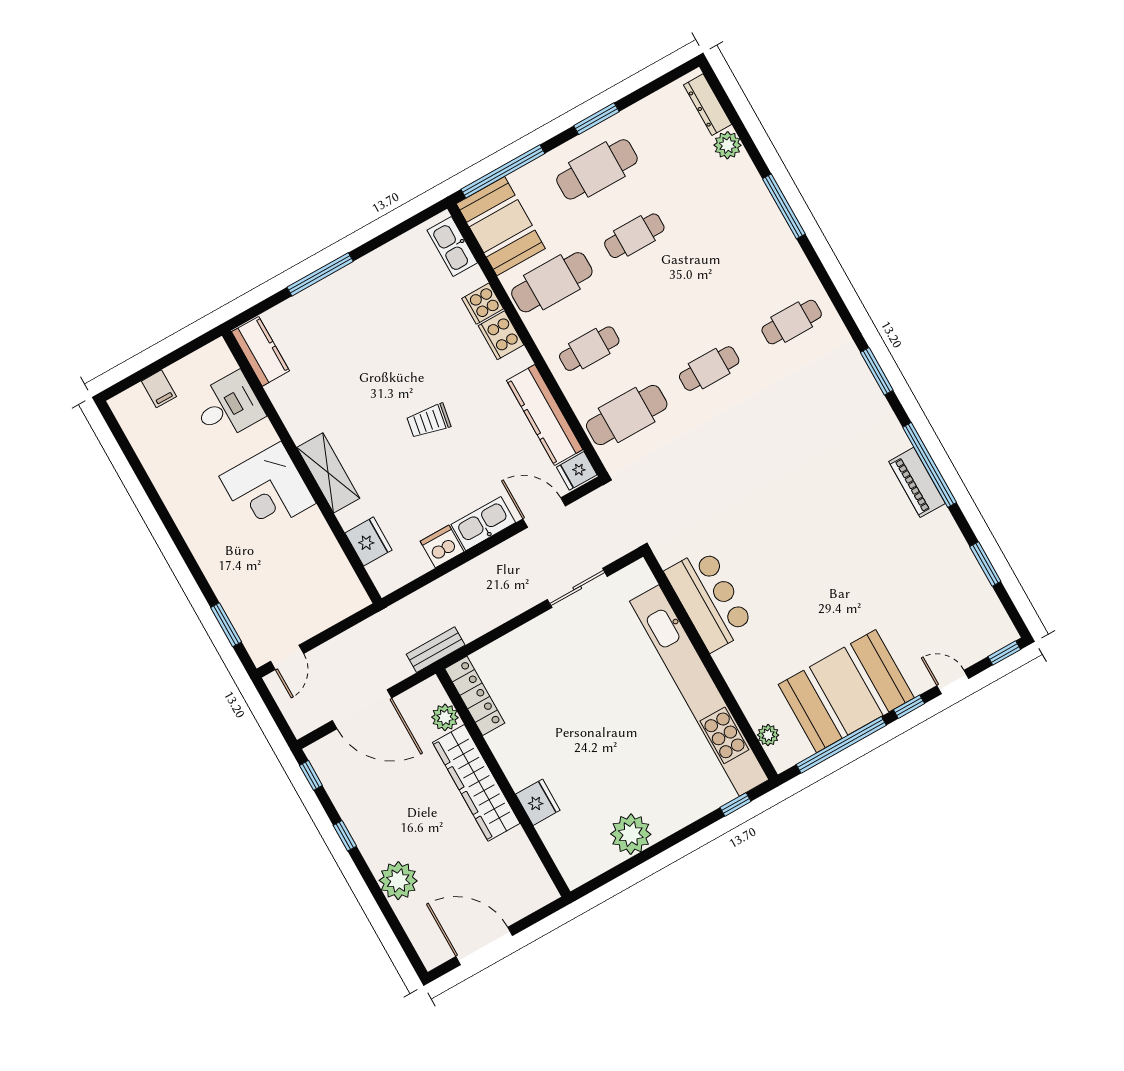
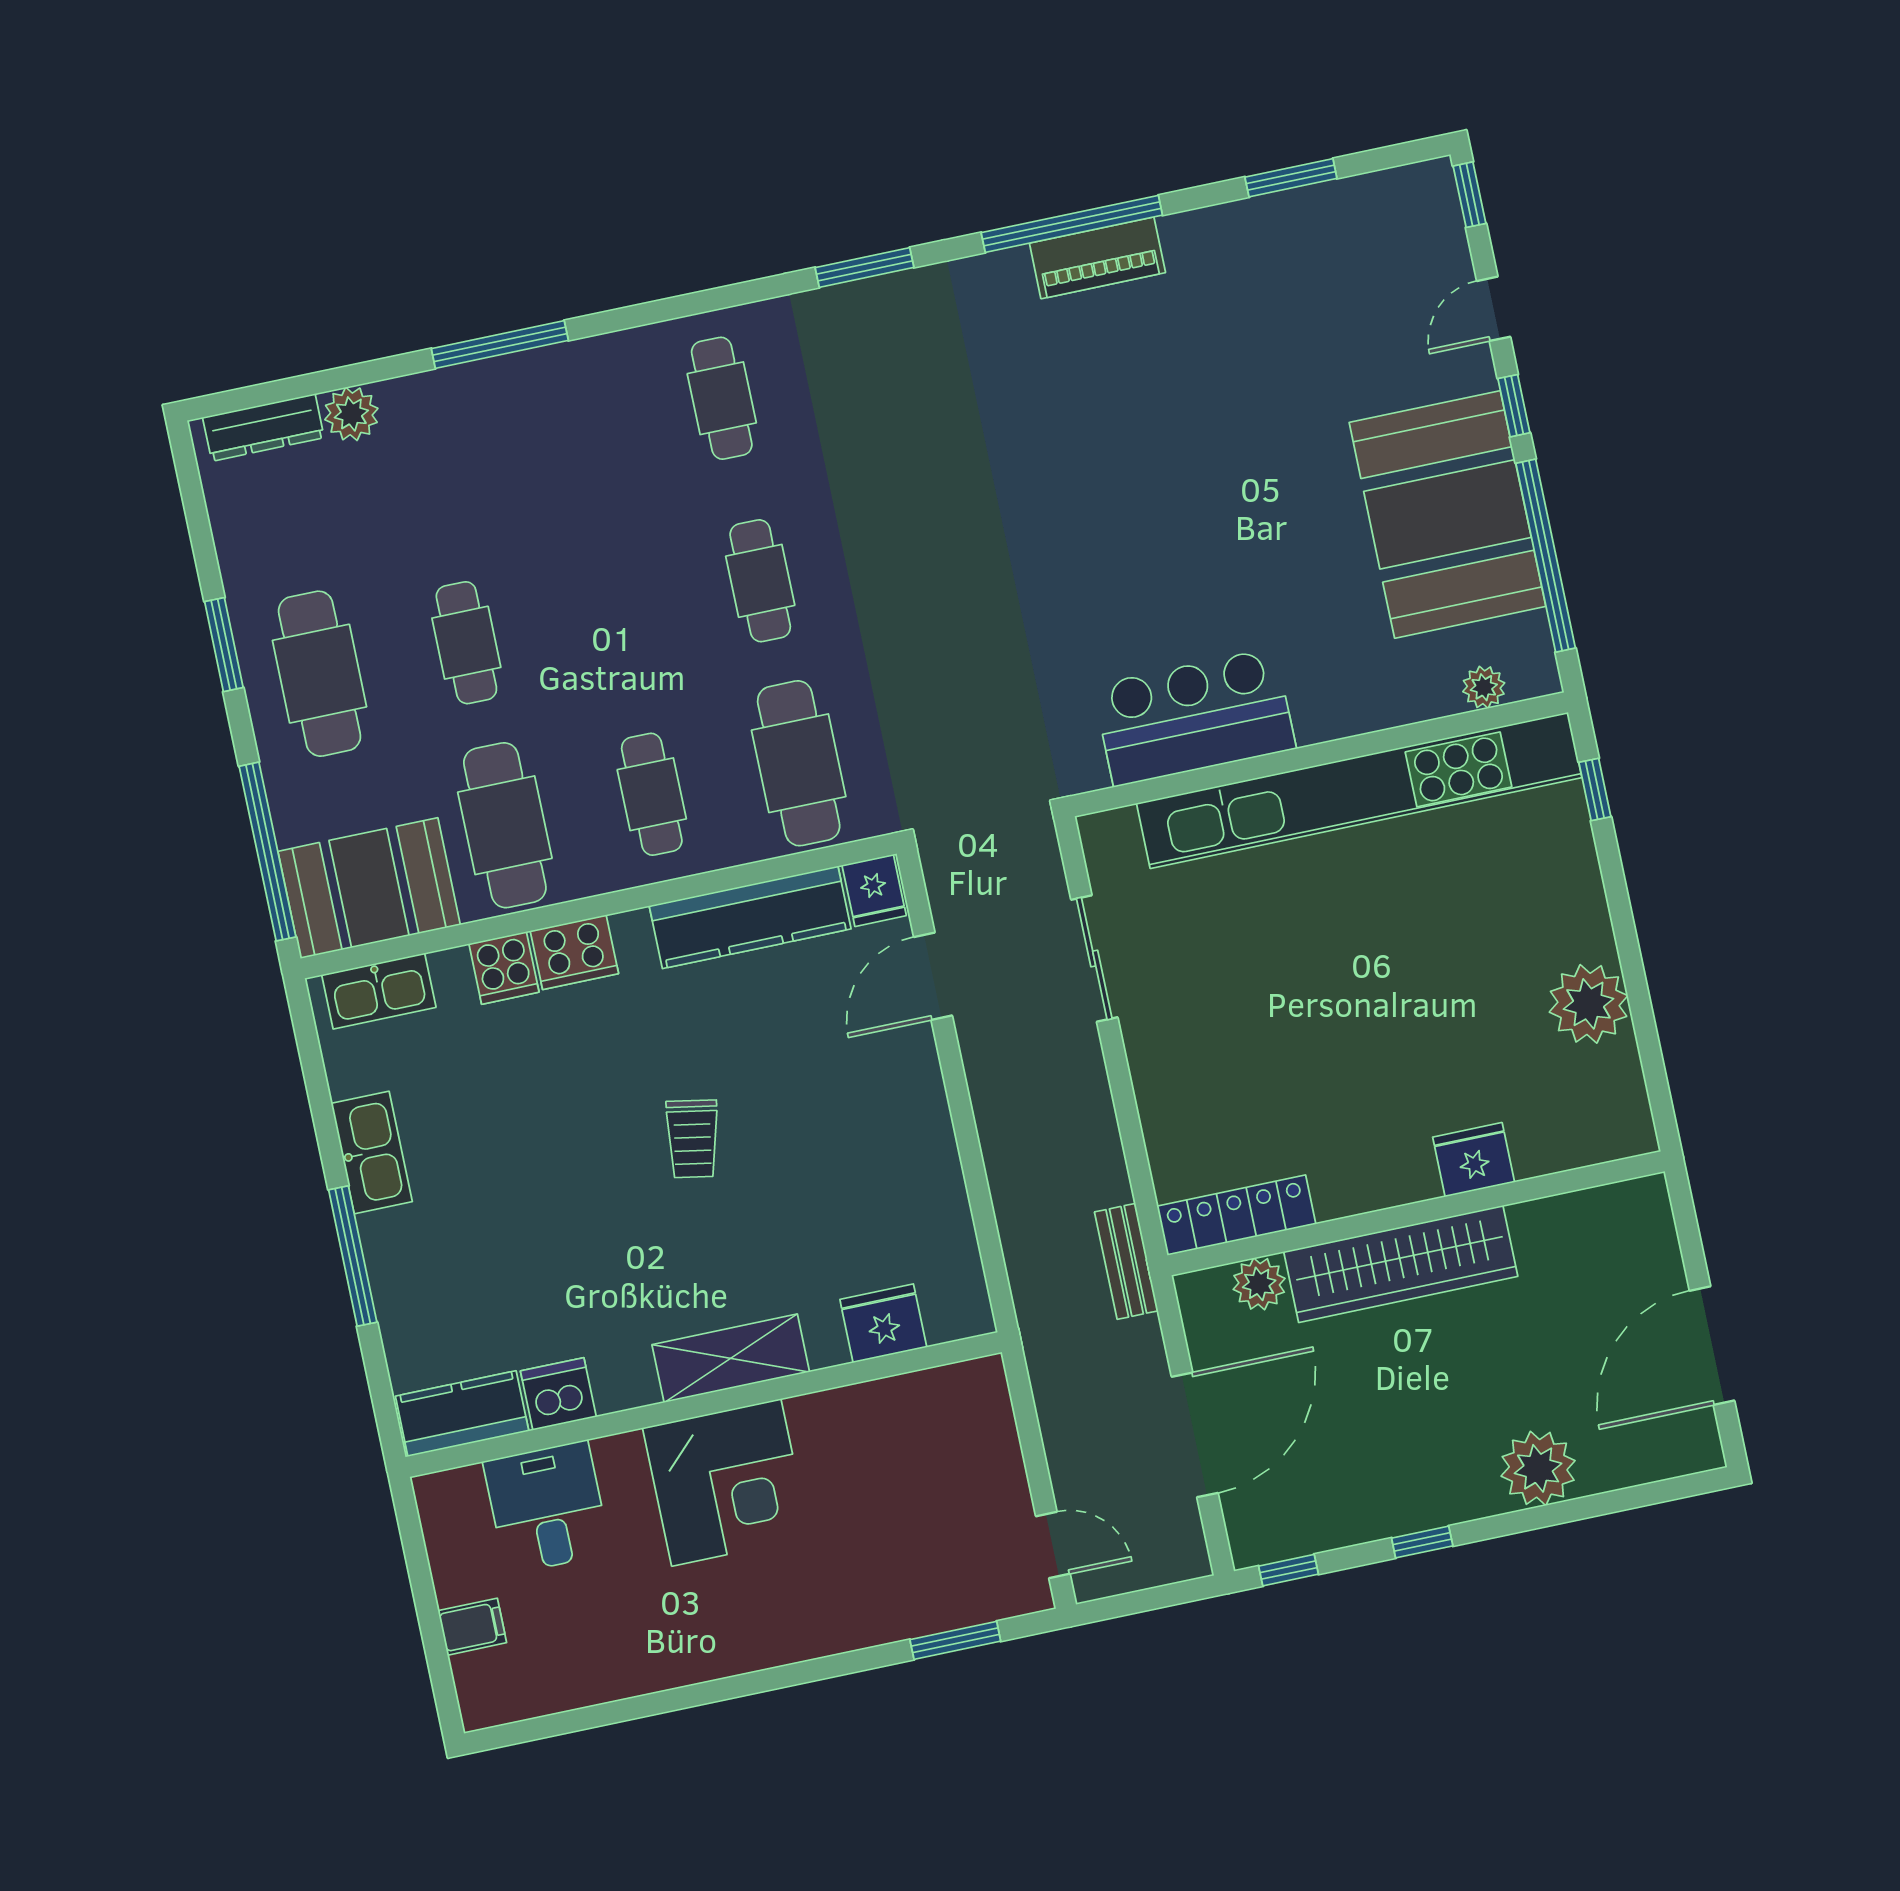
kitchen sink: (483, 524) -> (372, 1153), moved, turned 180
dishwasher: (442, 546) -> (558, 1394), moved, turned 90

